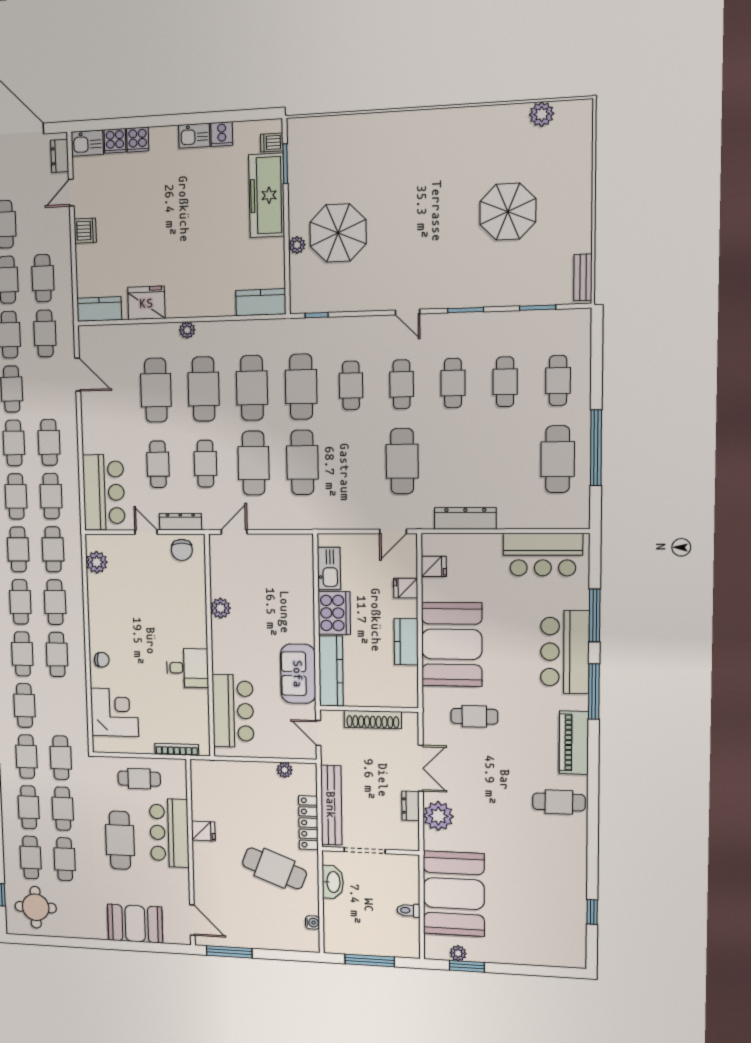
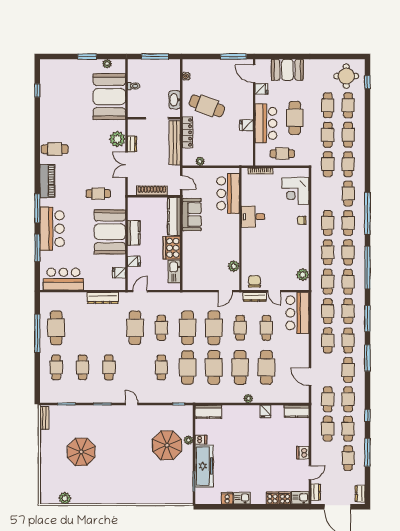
dishwasher: (272, 143) -> (201, 440), moved
fridge: (146, 303) -> (266, 411), width x0.53, depth x0.75
cafe table: (402, 384) -> (161, 328), moved
plant: (220, 608) -> (234, 266), moved
fridge: (179, 893) -> (261, 89), added
window: (467, 966) -> (87, 57), moved

